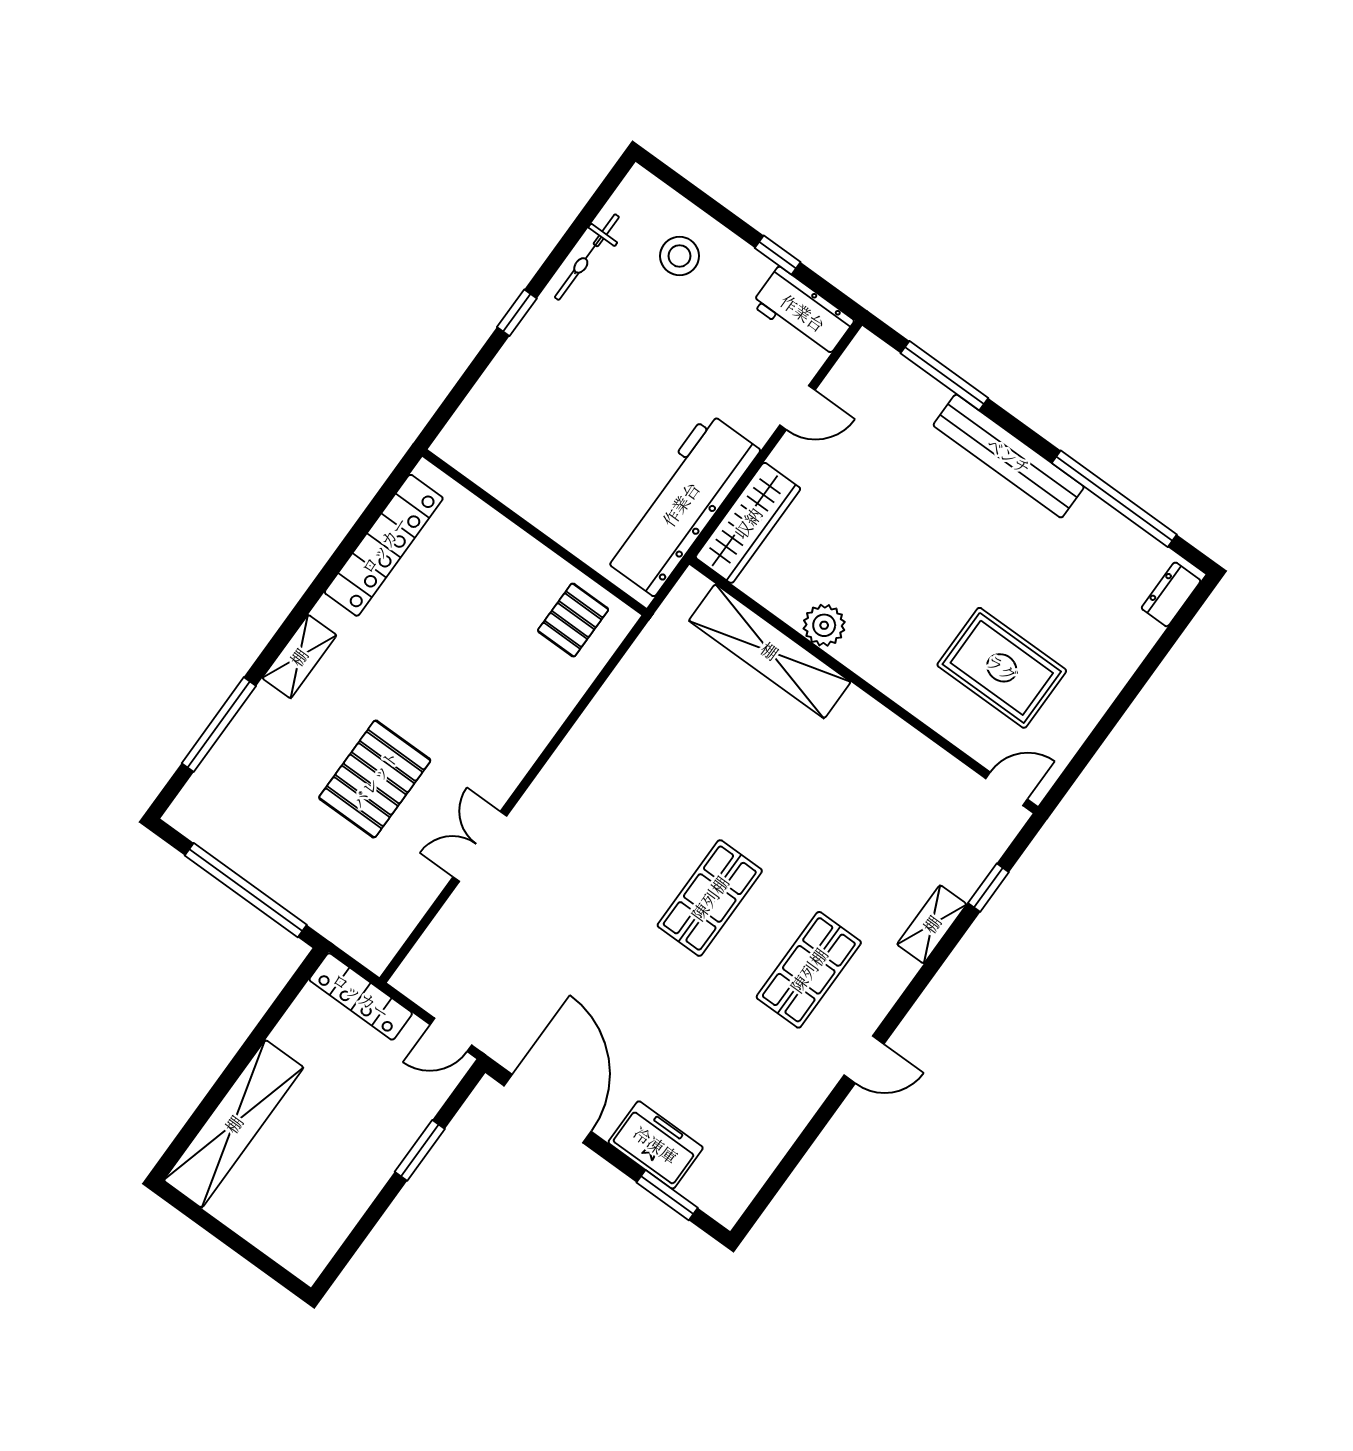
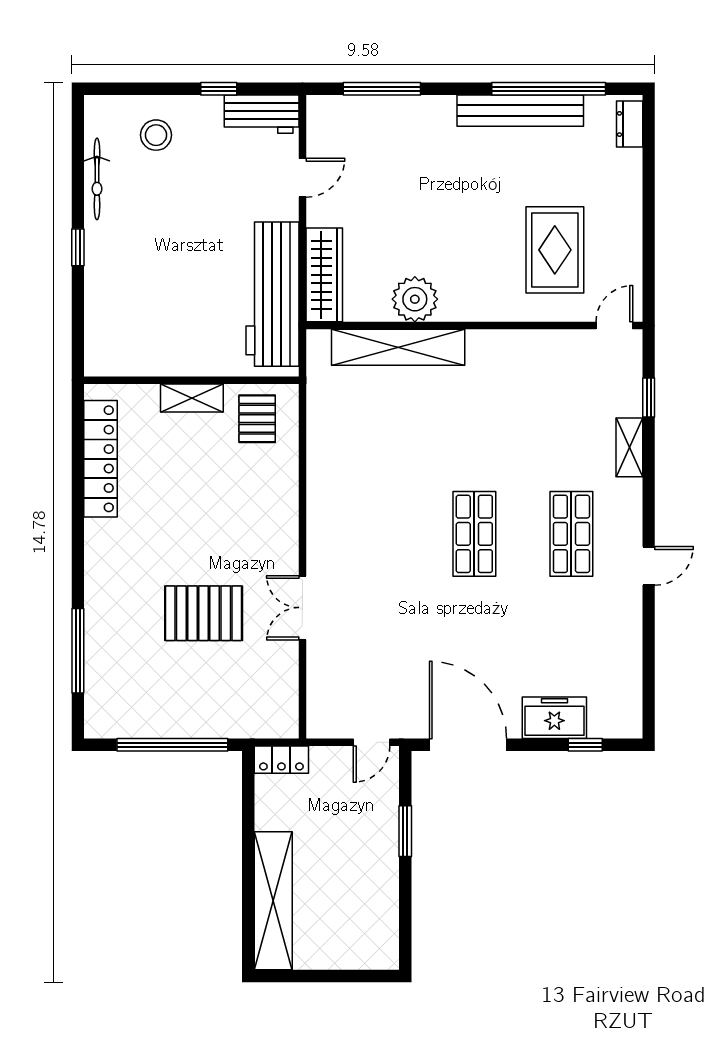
bench: (1009, 456) -> (520, 111), moved
plant: (824, 625) -> (415, 299), width x1.36, depth x1.36
shelving: (299, 657) -> (192, 398), moved, turned 90
rug: (1002, 668) -> (555, 250), turned 90
pallet: (375, 779) -> (204, 613), turned 90
locker: (361, 996) -> (281, 760), width x0.66
window: (667, 1195) -> (585, 745), width x0.67

